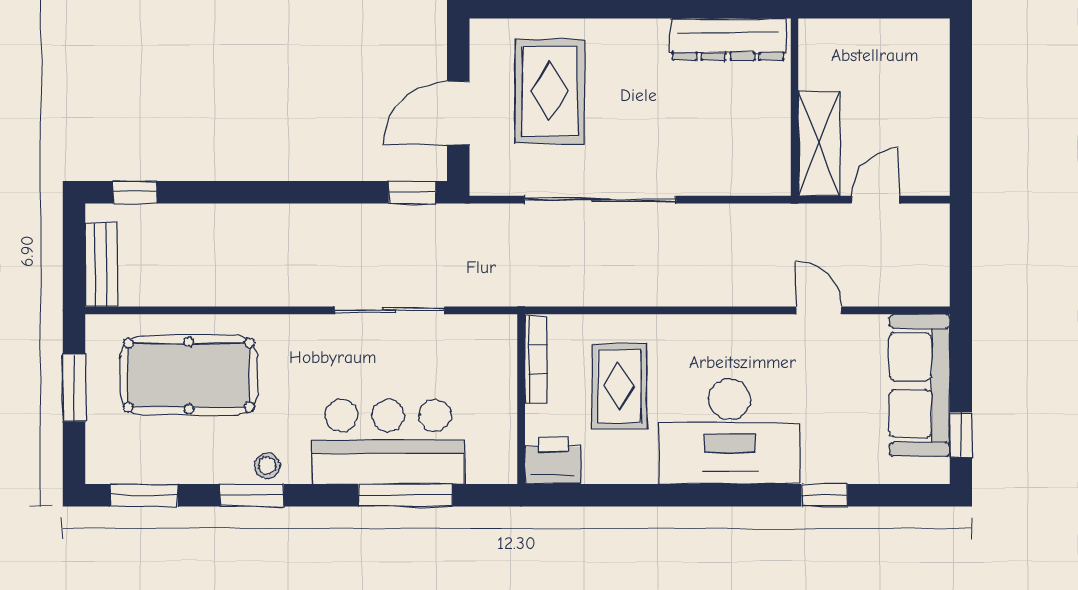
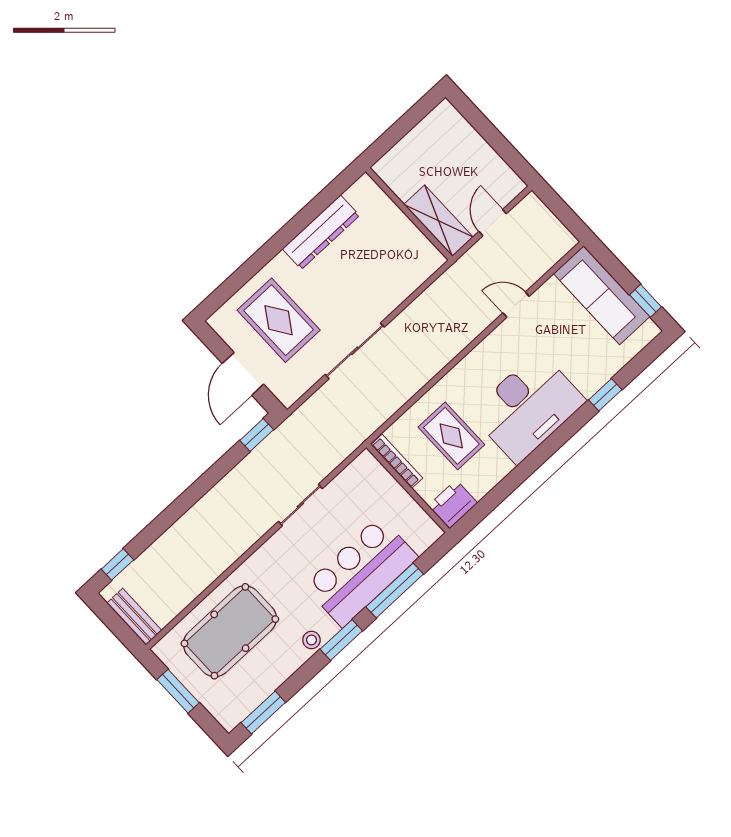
dresser: (728, 39) -> (321, 232), moved
sliding door: (601, 200) -> (355, 351), width x0.73
sliding door: (389, 310) -> (300, 505), width x0.73
window: (252, 495) -> (341, 640), moved

